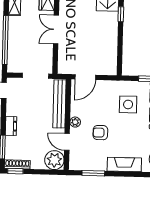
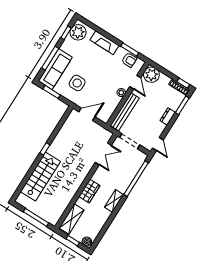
double door: (56, 29) -> (103, 154), moved
door: (85, 77) -> (87, 114), moved
armchair: (100, 133) -> (129, 60), moved

